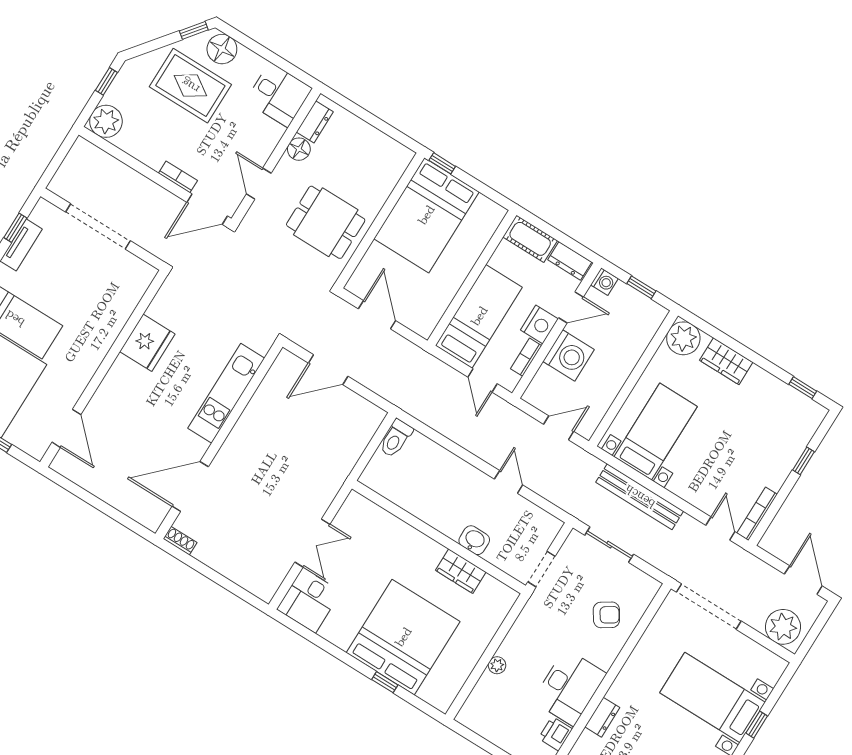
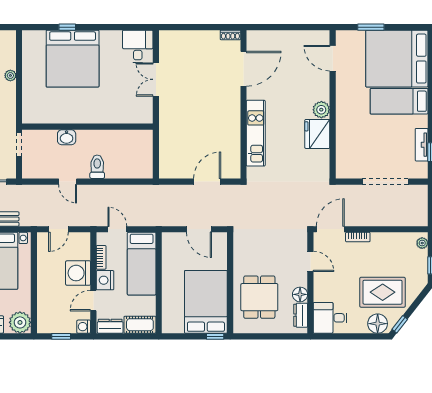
plant: (106, 121) -> (422, 243), width x0.53, depth x0.53
dining table: (326, 222) -> (259, 297), moved, turned 90
plant: (123, 371) -> (321, 110), added
toilet: (396, 438) -> (97, 167), moved
wardrobe: (461, 571) -> (63, 115), removed

